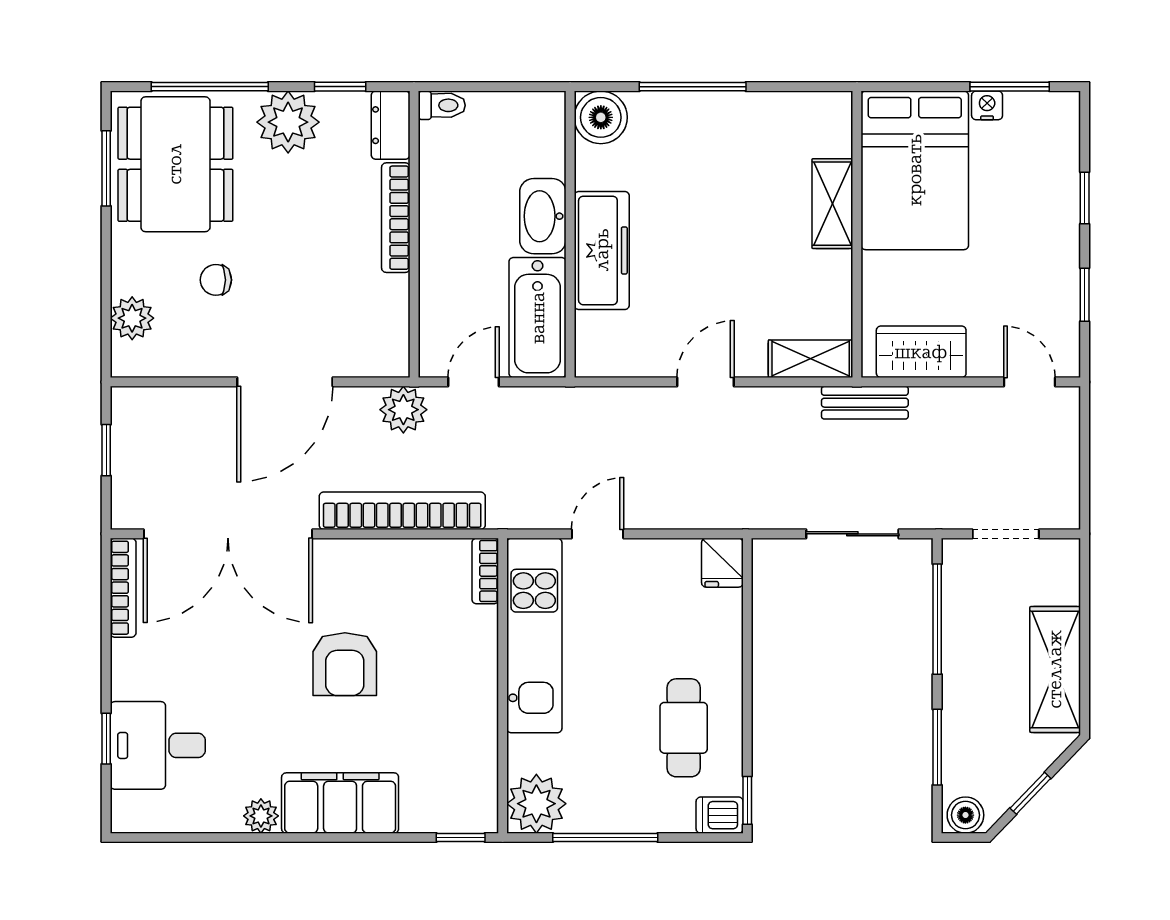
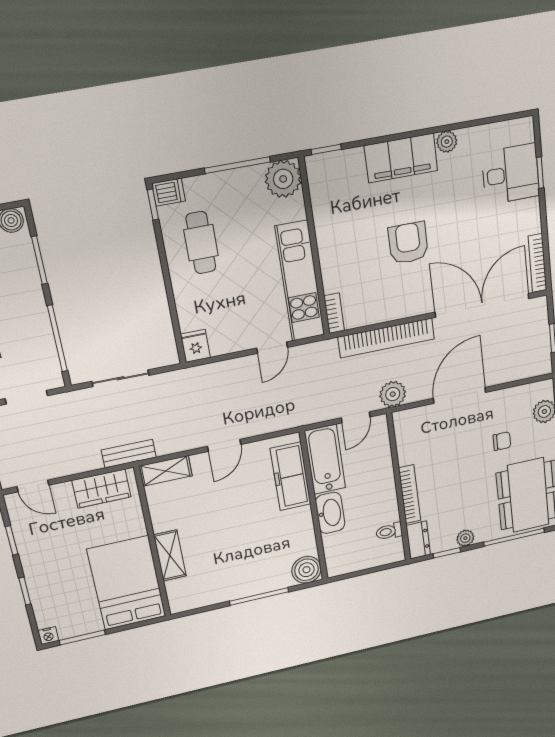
toilet: (442, 105) -> (389, 531), moved
nightstand: (987, 105) -> (48, 636), moved
plant: (288, 122) -> (465, 538), width x0.53, depth x0.53
freezer: (602, 250) -> (291, 476), moved

